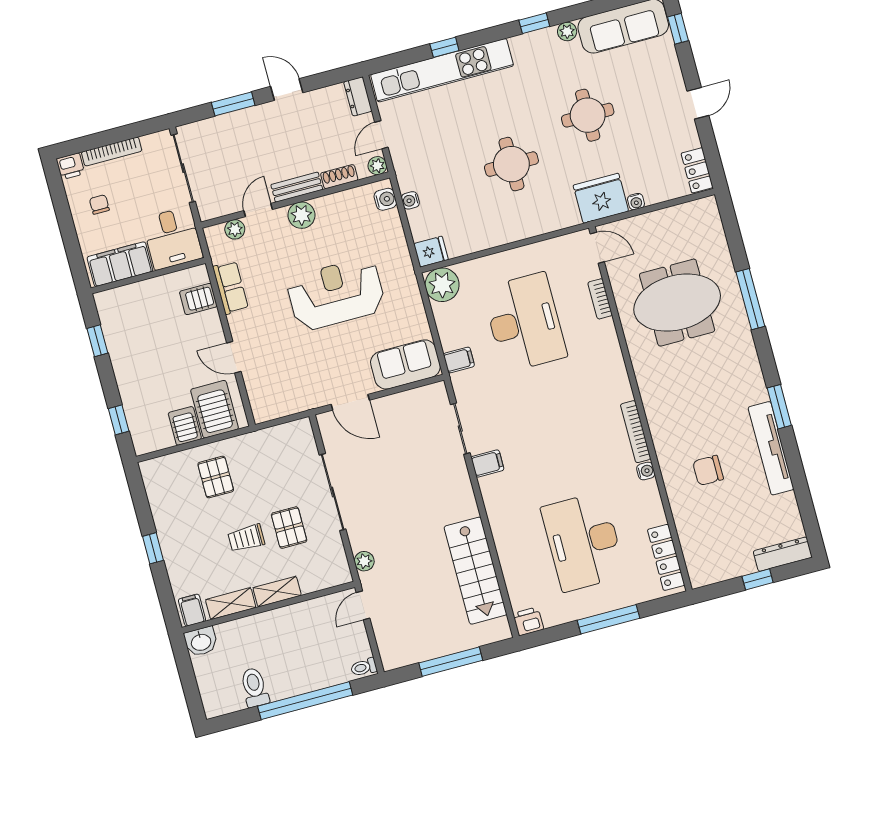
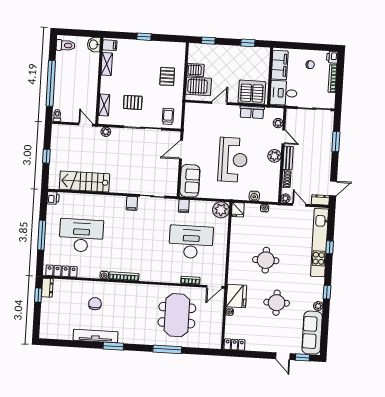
door: (287, 90) -> (333, 188), moved
door: (698, 103) -> (283, 356), moved
water cooler: (385, 199) -> (254, 196), moved
server rack: (198, 299) -> (252, 92), width x2.18, depth x1.44
desk: (525, 322) -> (191, 242), turned 180
pallet: (216, 477) -> (167, 76), turned 90
trolley: (246, 538) -> (168, 116), moved
dresser: (783, 554) -> (47, 288), moved, width x0.70
window: (758, 579) -> (38, 295), moved
shelving: (277, 592) -> (104, 105), moved
window: (451, 662) -> (46, 156), width x0.46
toilet: (254, 687) -> (66, 45), moved

